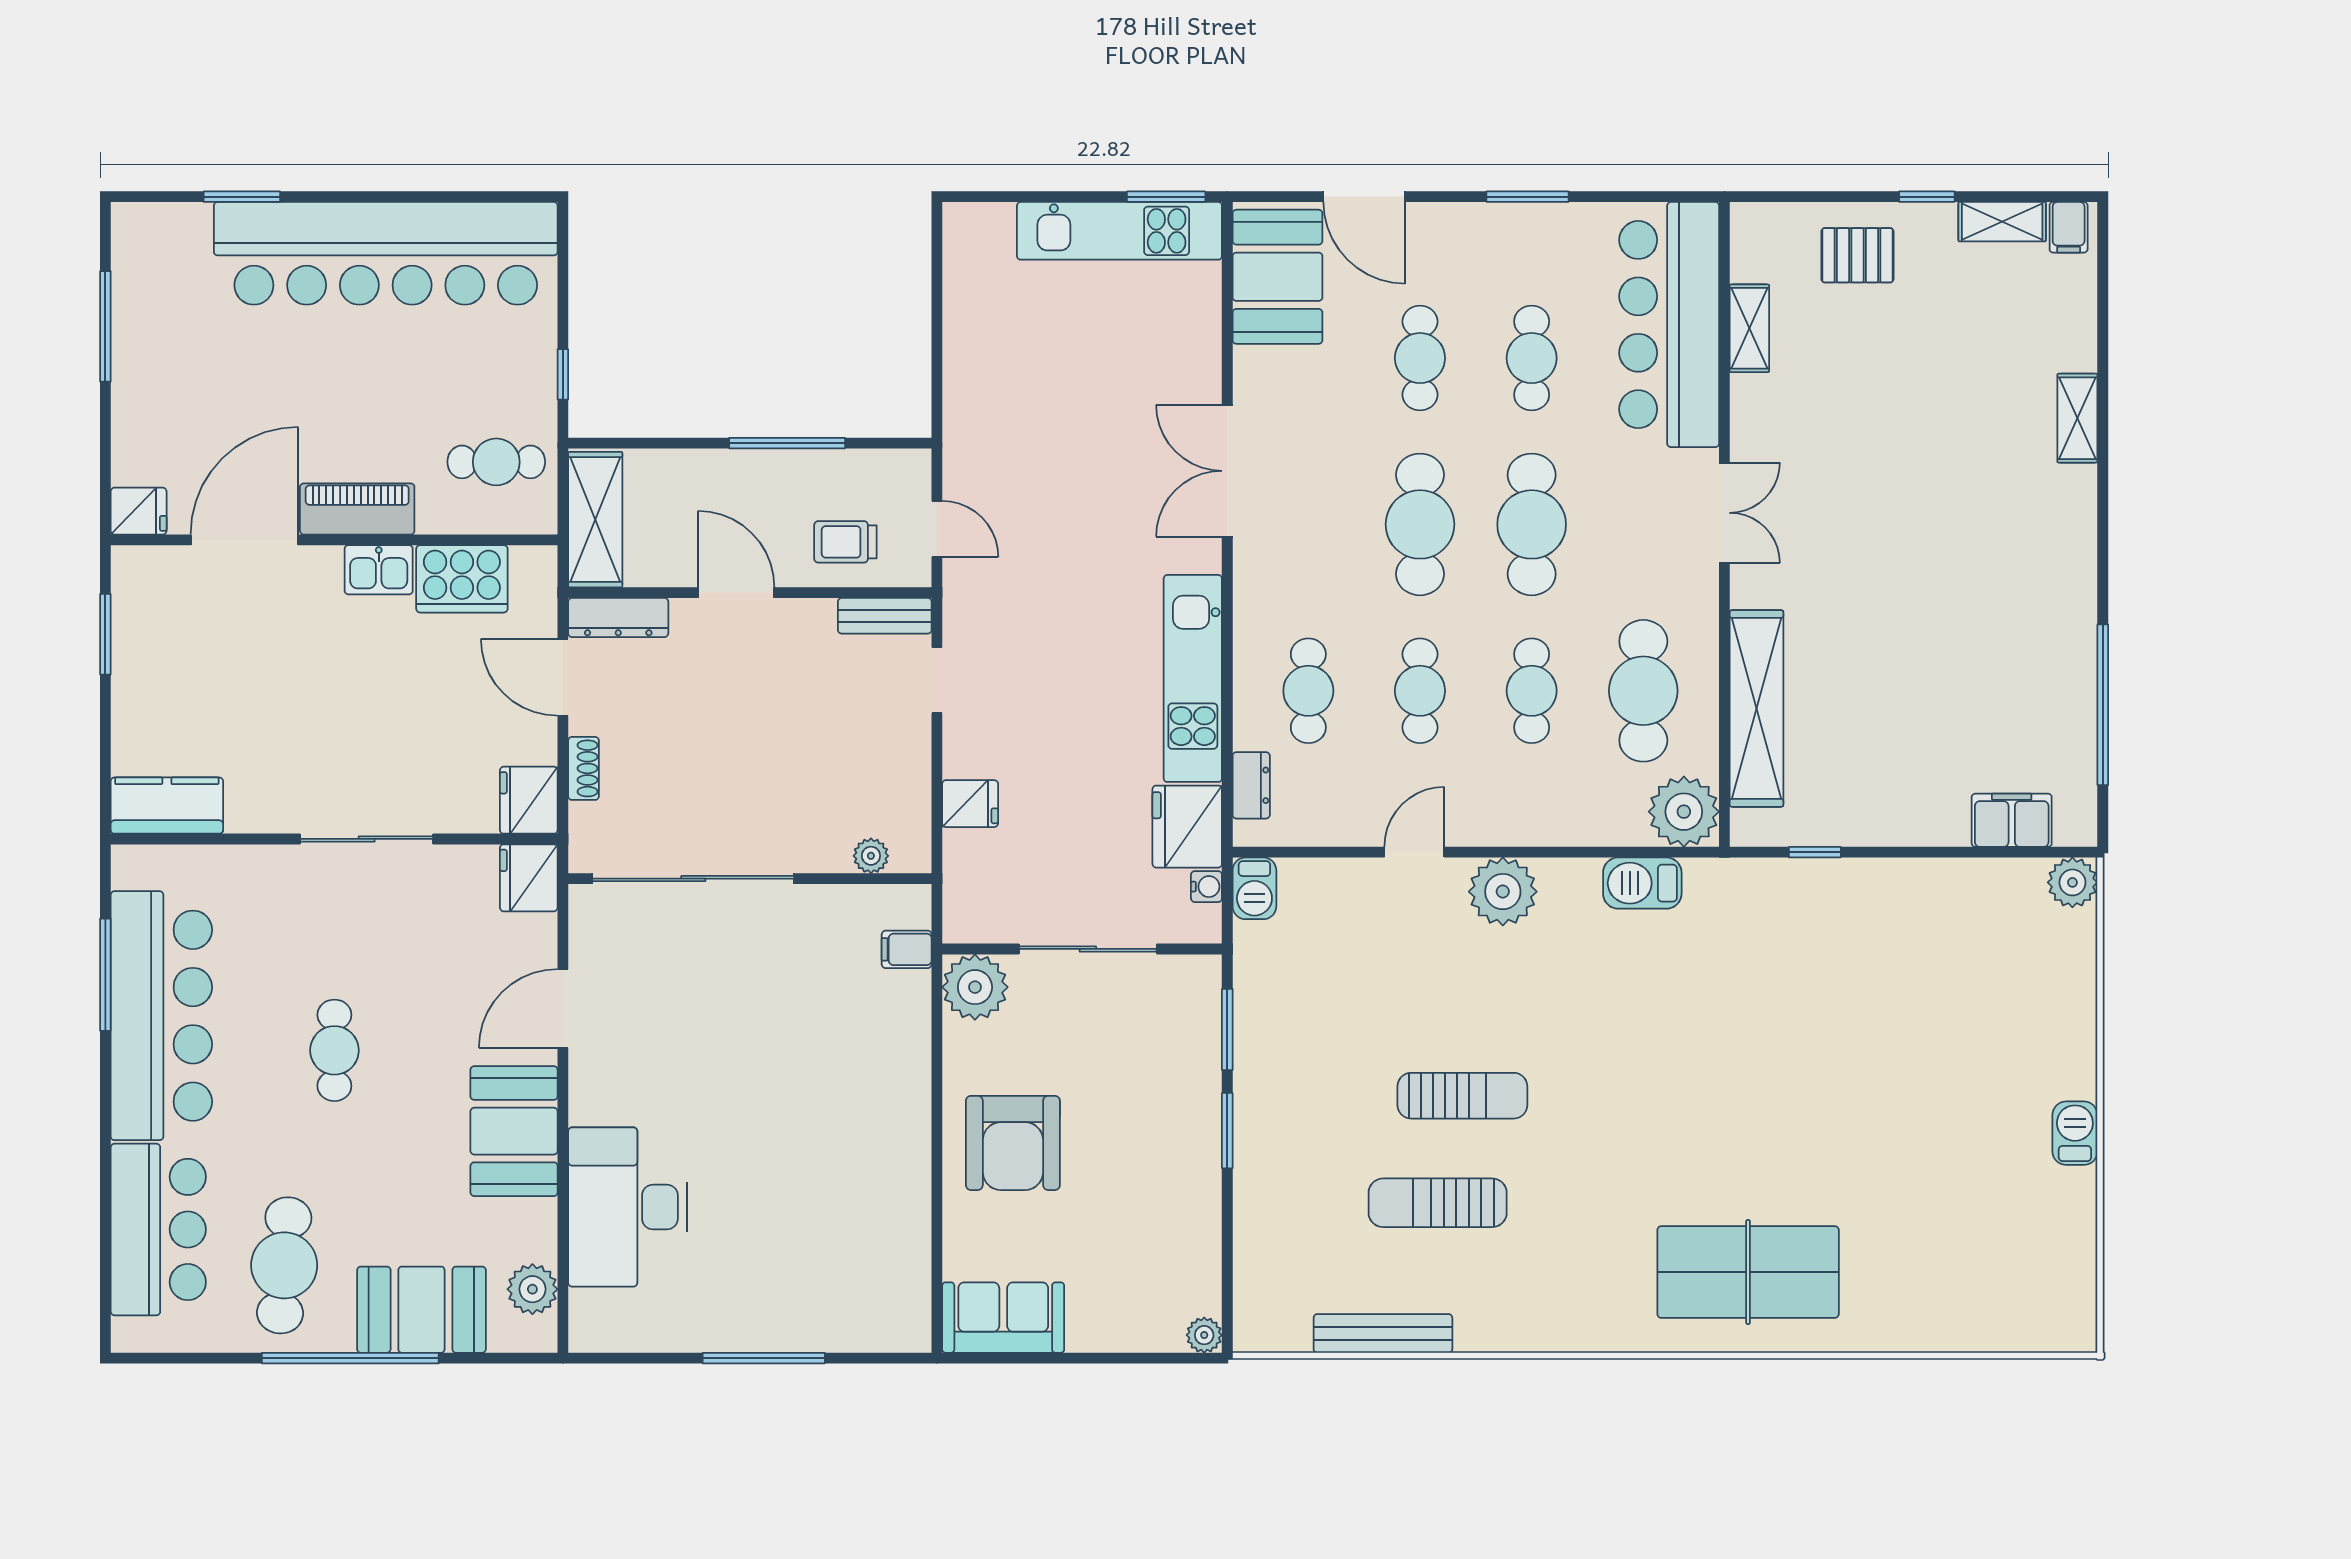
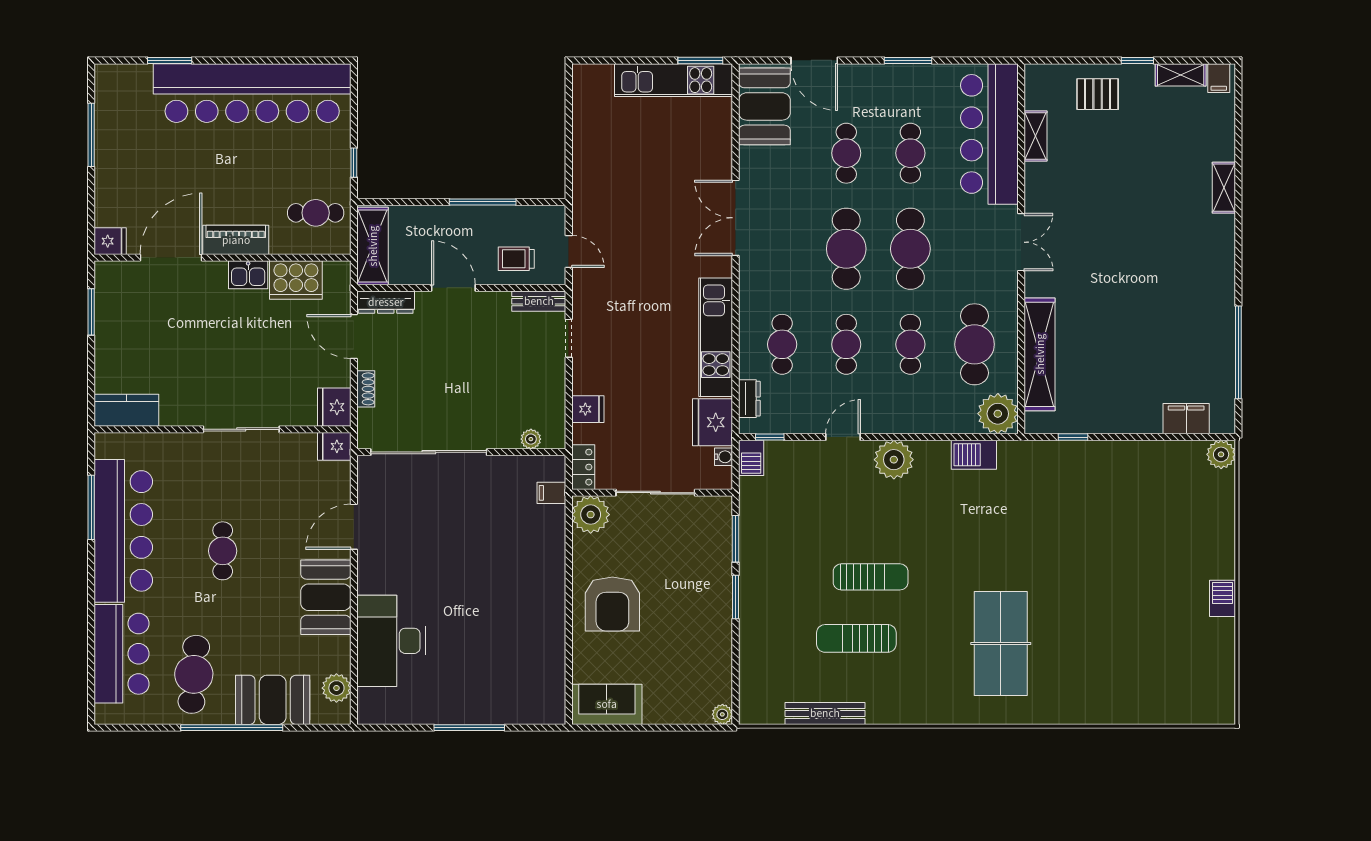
window: (1287, 852) -> (770, 437), added
fridge: (529, 878) -> (334, 446), width x0.72
locker: (962, 905) -> (583, 467), added
table tennis table: (1748, 1272) -> (1001, 643), moved, turned 90

